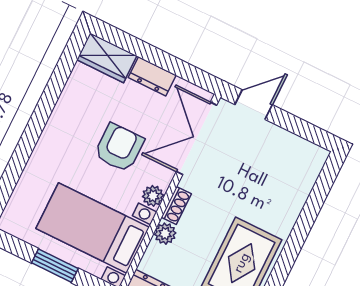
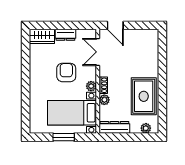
door: (254, 105) -> (115, 25), swing flipped
double door: (197, 138) -> (98, 52), width x0.73

